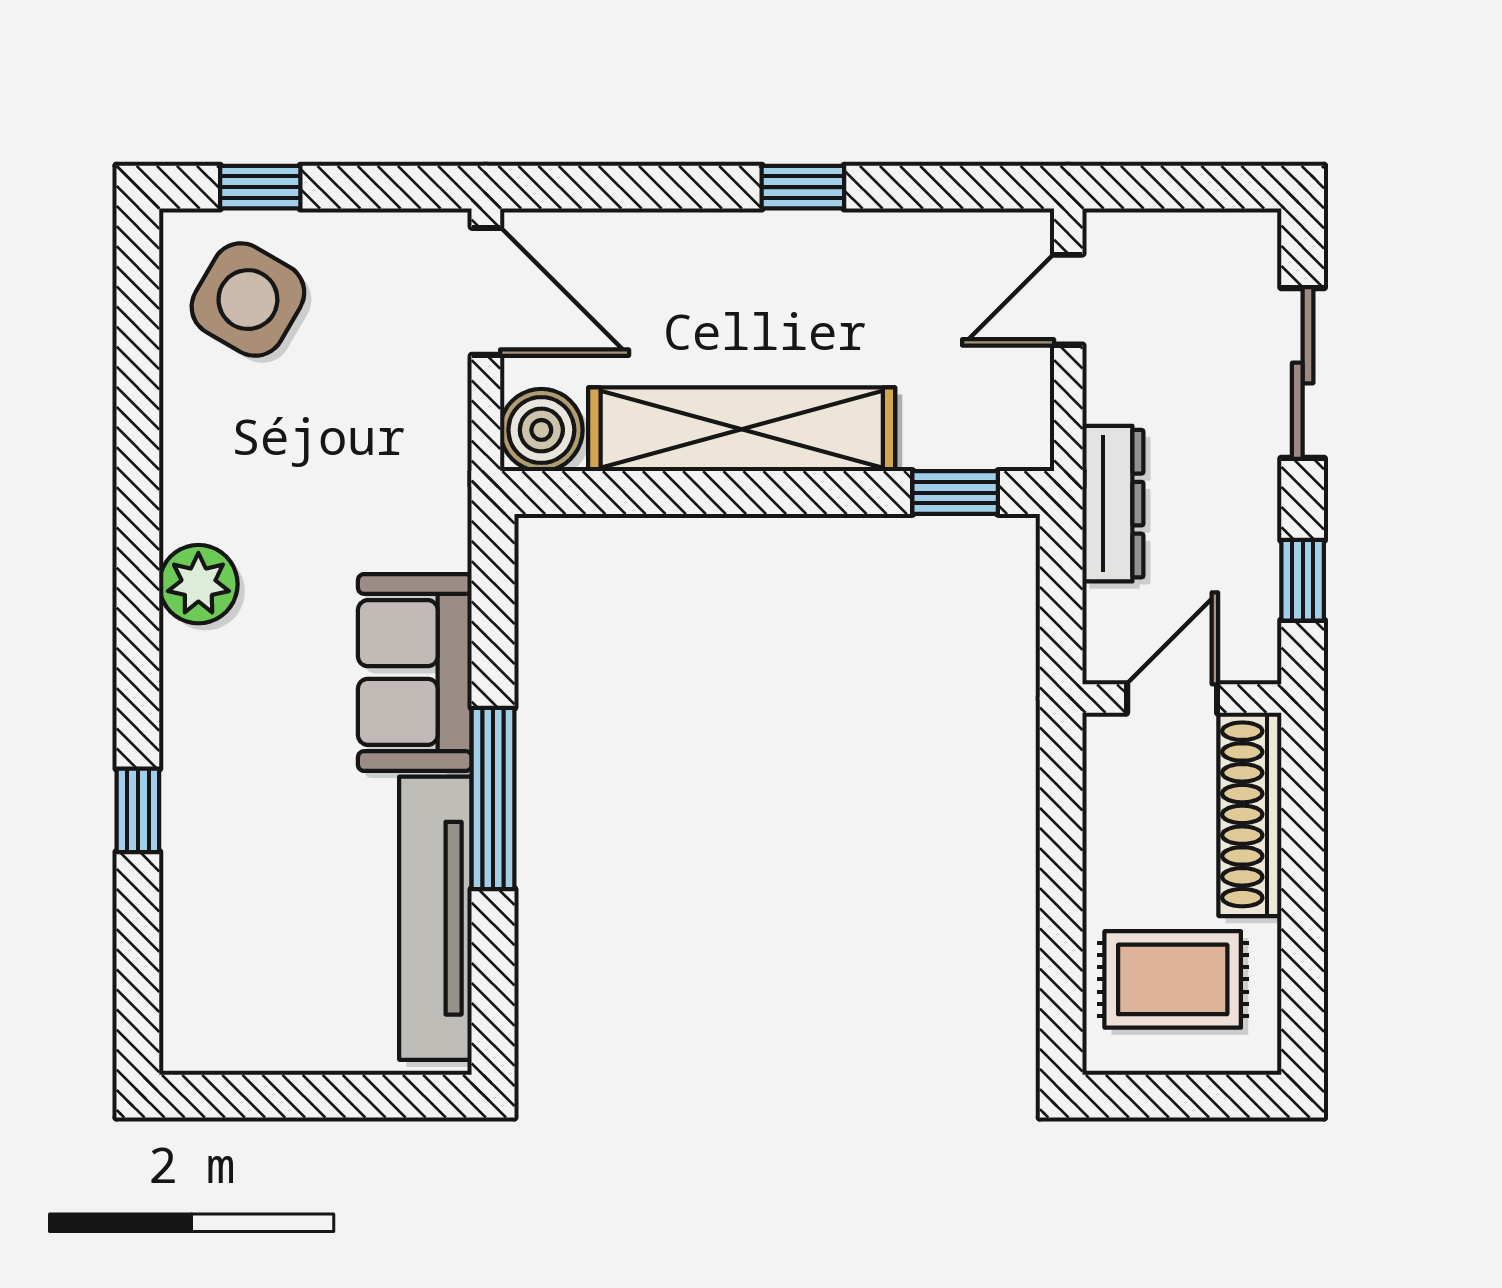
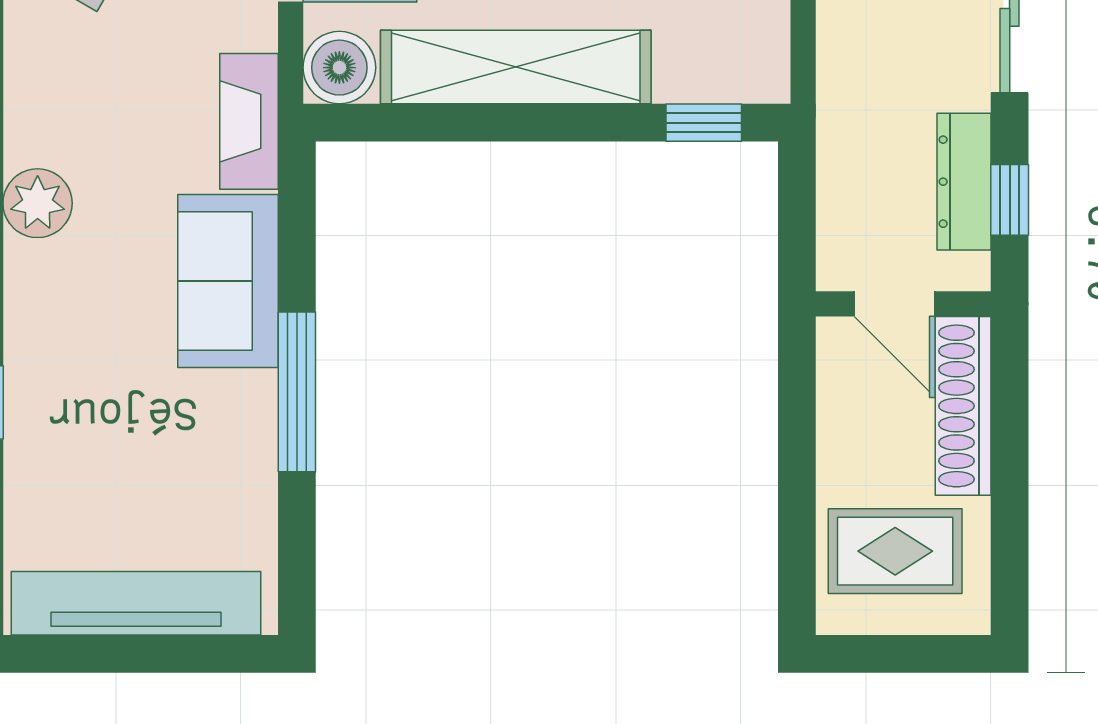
fireplace: (439, 491) -> (249, 121), added
dresser: (1113, 504) -> (964, 182), moved, turned 180
door: (1172, 698) -> (895, 304), swing flipped
tv unit: (435, 918) -> (136, 603), moved, turned 90

